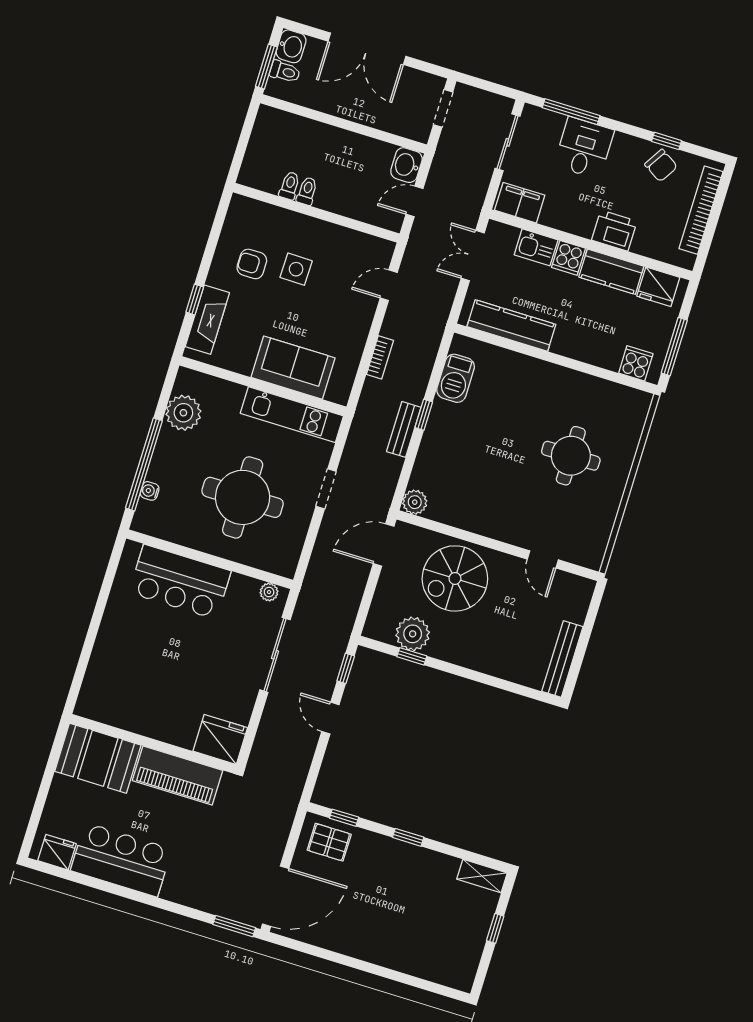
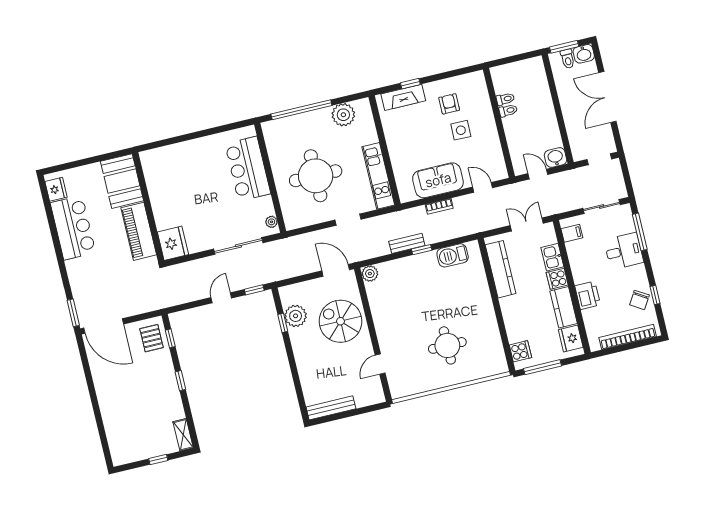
filing cabinet: (520, 203) -> (572, 233), width x0.50
sofa: (293, 368) -> (438, 180), moved, turned -90
water cooler: (150, 491) -> (289, 122), removed

